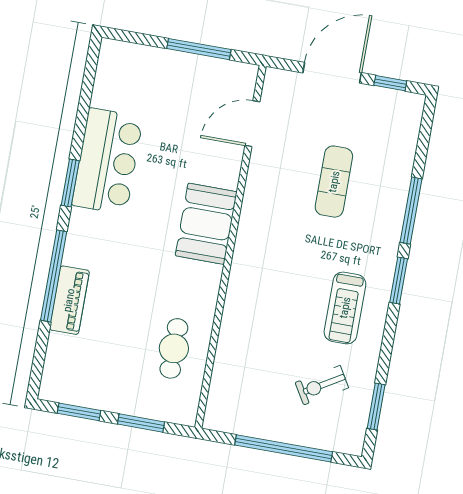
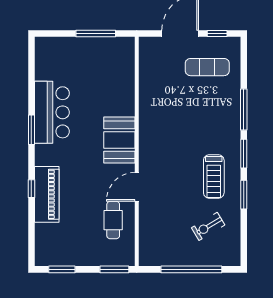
door: (252, 124) -> (137, 187), moved
exercise mat: (334, 182) -> (207, 67), moved, turned 90
window: (54, 276) -> (31, 189), width x0.32
piano: (69, 300) -> (47, 194), width x1.37, depth x1.33
window: (376, 407) -> (244, 195), moved
window: (141, 423) -> (114, 269), moved

